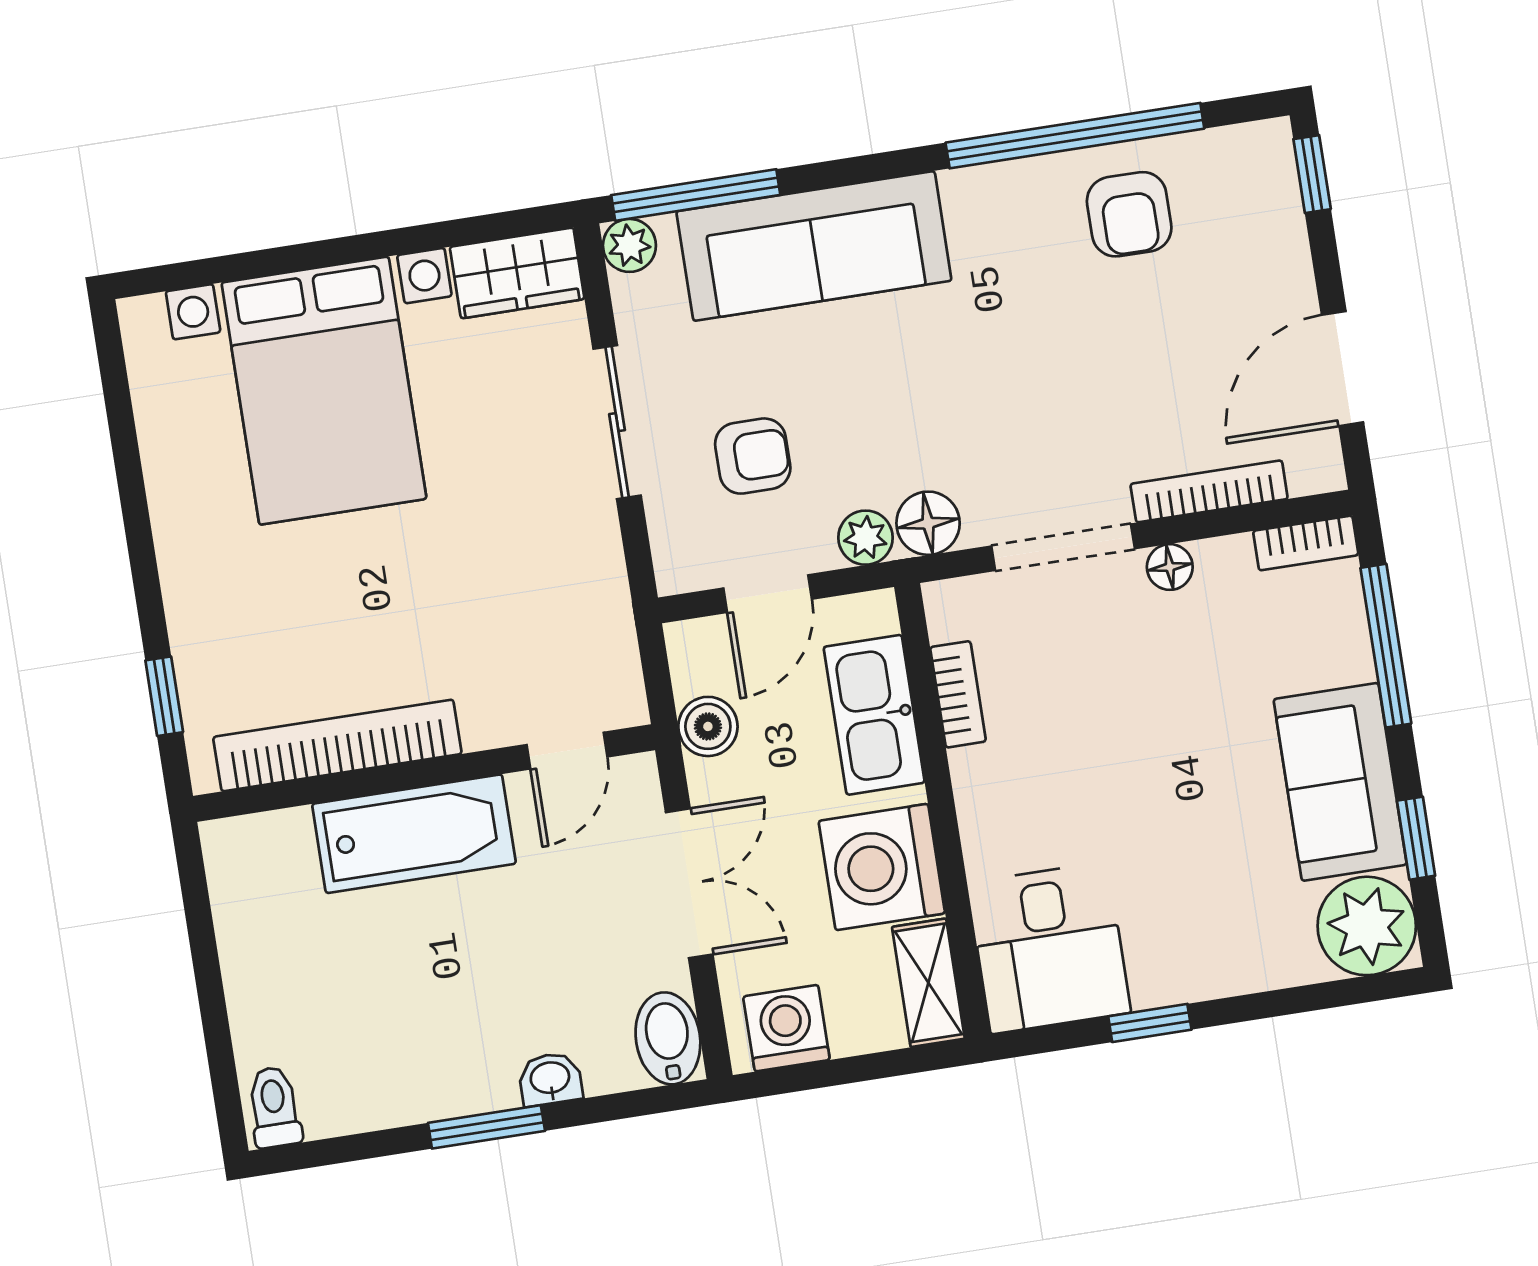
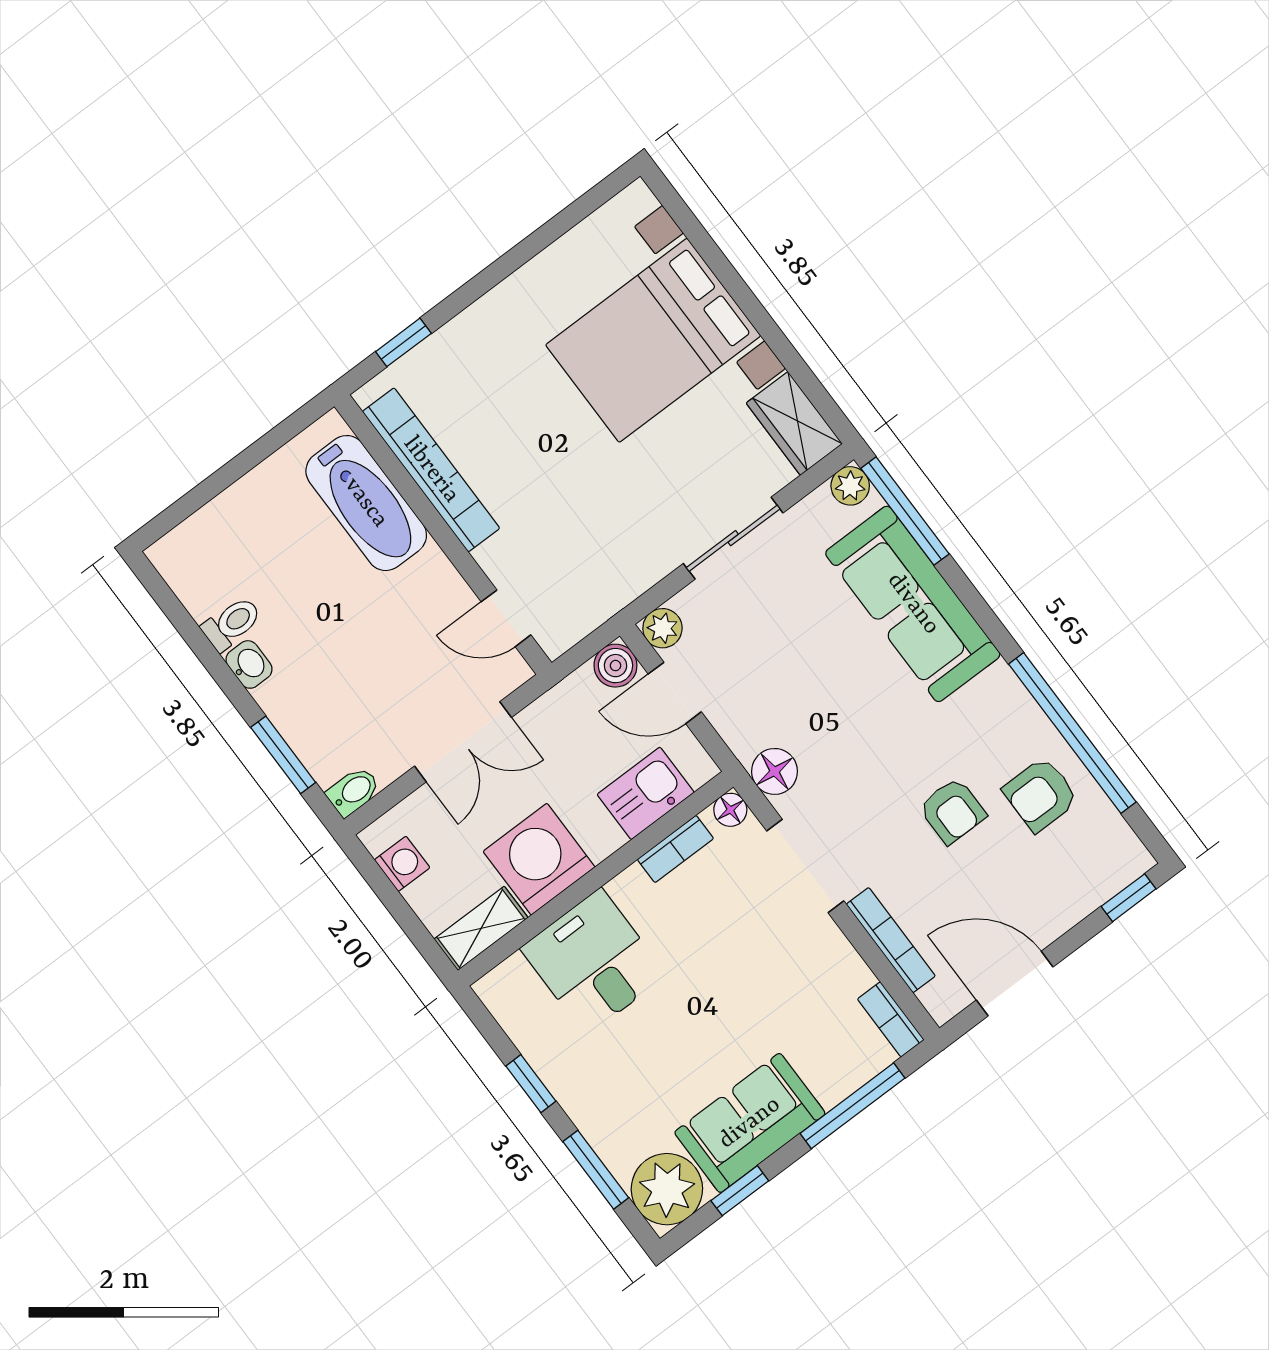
armchair: (753, 456) -> (952, 811), moved
plant: (866, 538) -> (662, 628), moved
floor lamp: (1170, 567) -> (730, 810), moved
kitchen sink: (874, 715) -> (646, 793), width x0.73
boiler: (708, 726) -> (615, 666), moved
bathtub: (414, 834) -> (366, 503), moved
desk: (1049, 948) -> (594, 962), moved, turned 90
window: (1297, 1000) -> (596, 1170), added
washing machine: (786, 1028) -> (402, 864), width x0.73, depth x0.73
bidet: (668, 1038) -> (353, 791), width x0.72, depth x0.74
washbasin: (550, 1079) -> (249, 664), moved
toilet: (274, 1107) -> (232, 624), moved
window: (486, 1127) -> (283, 755), moved

